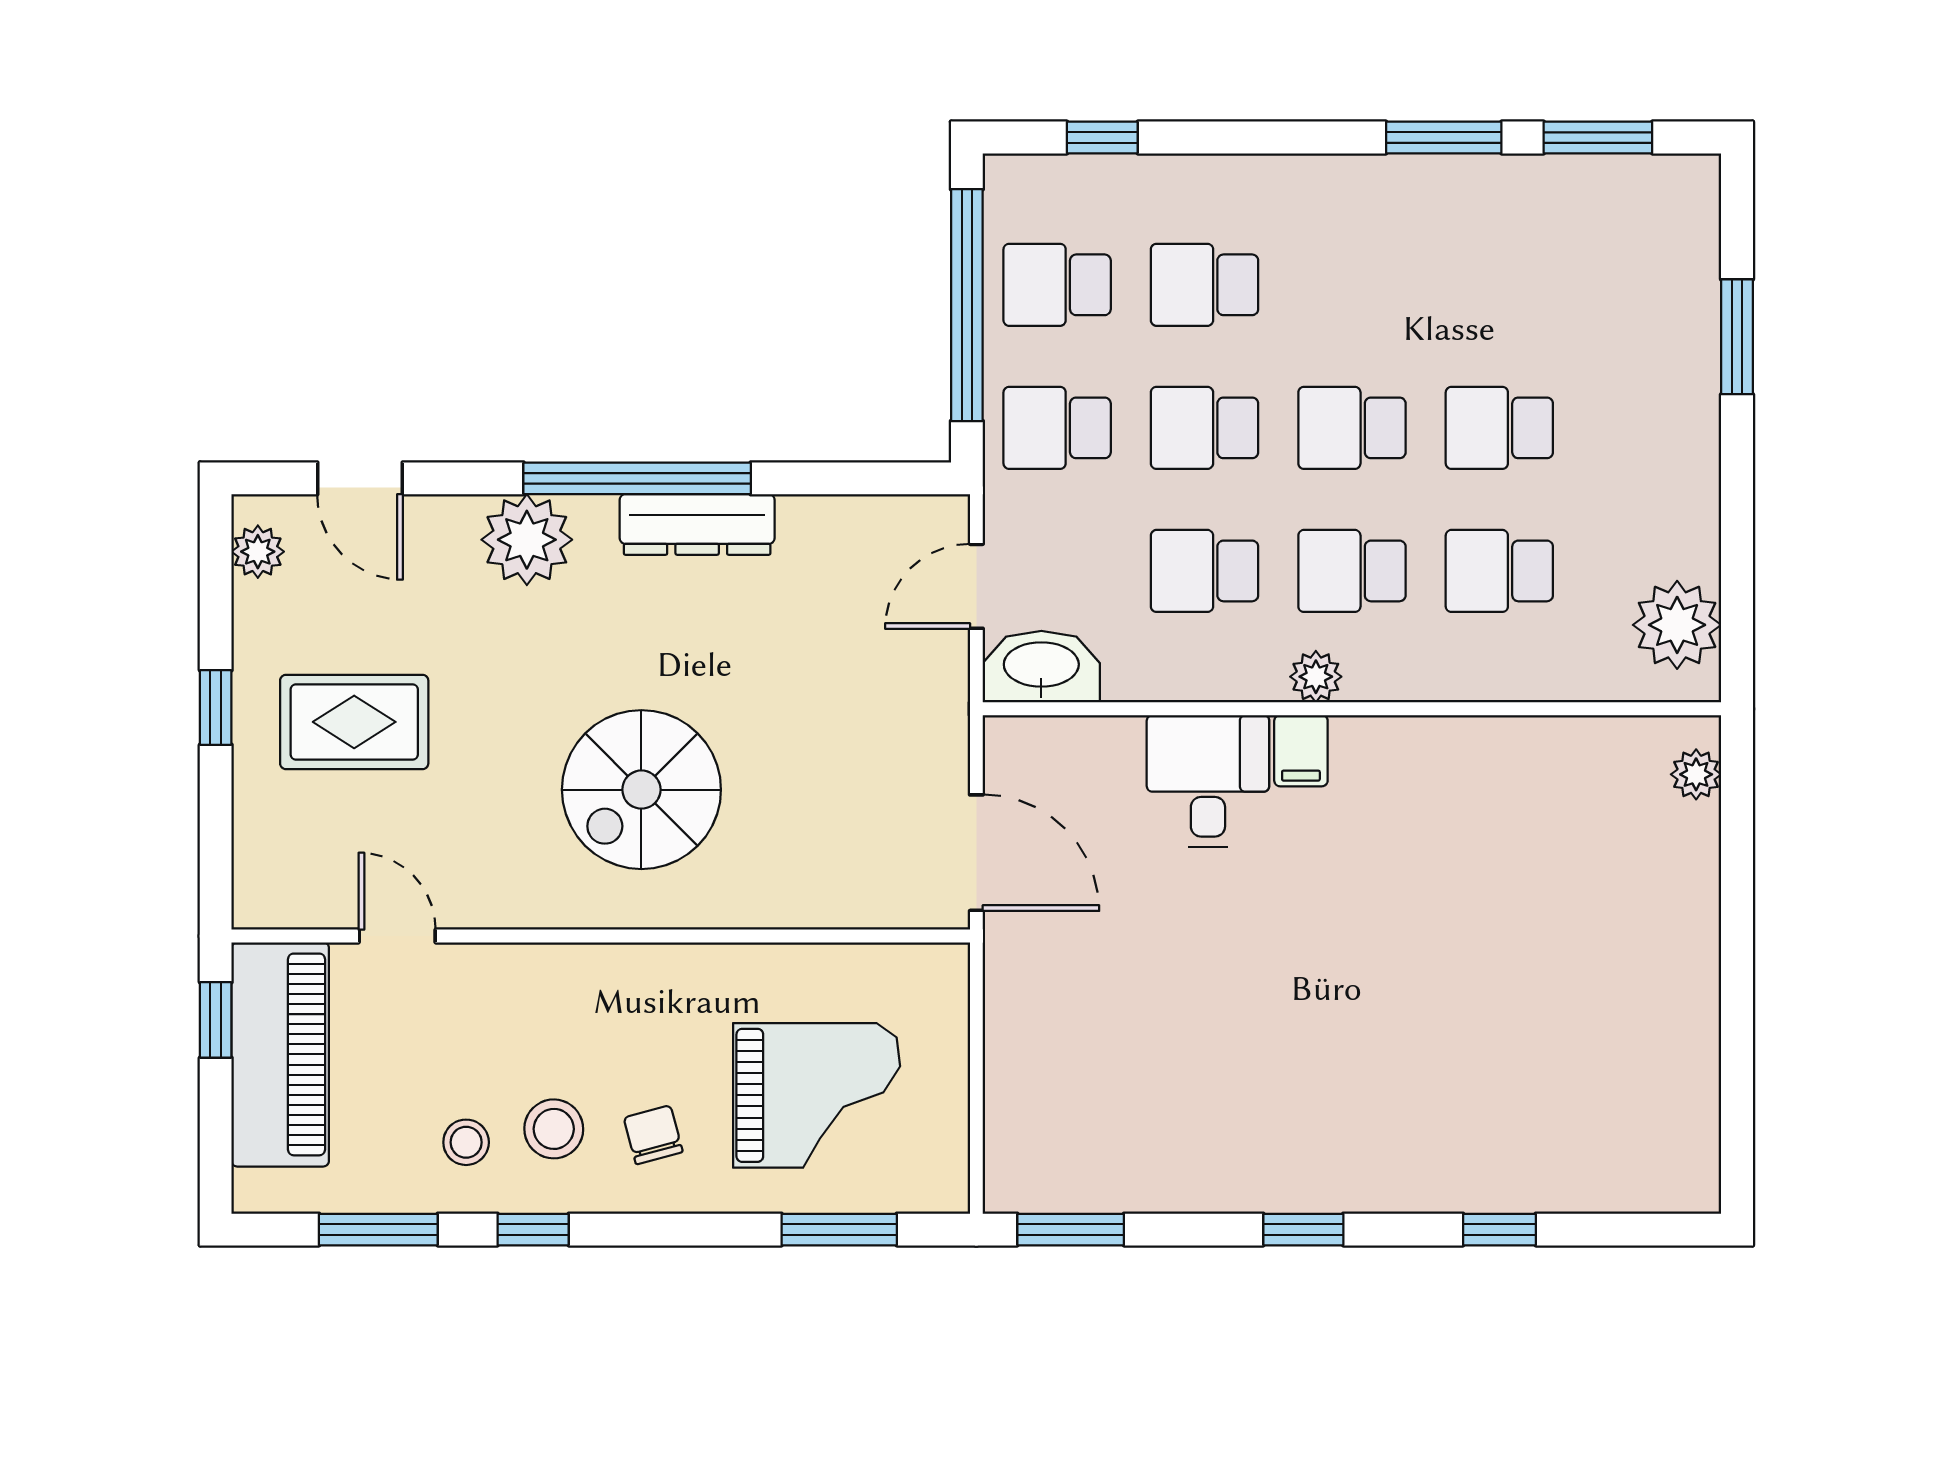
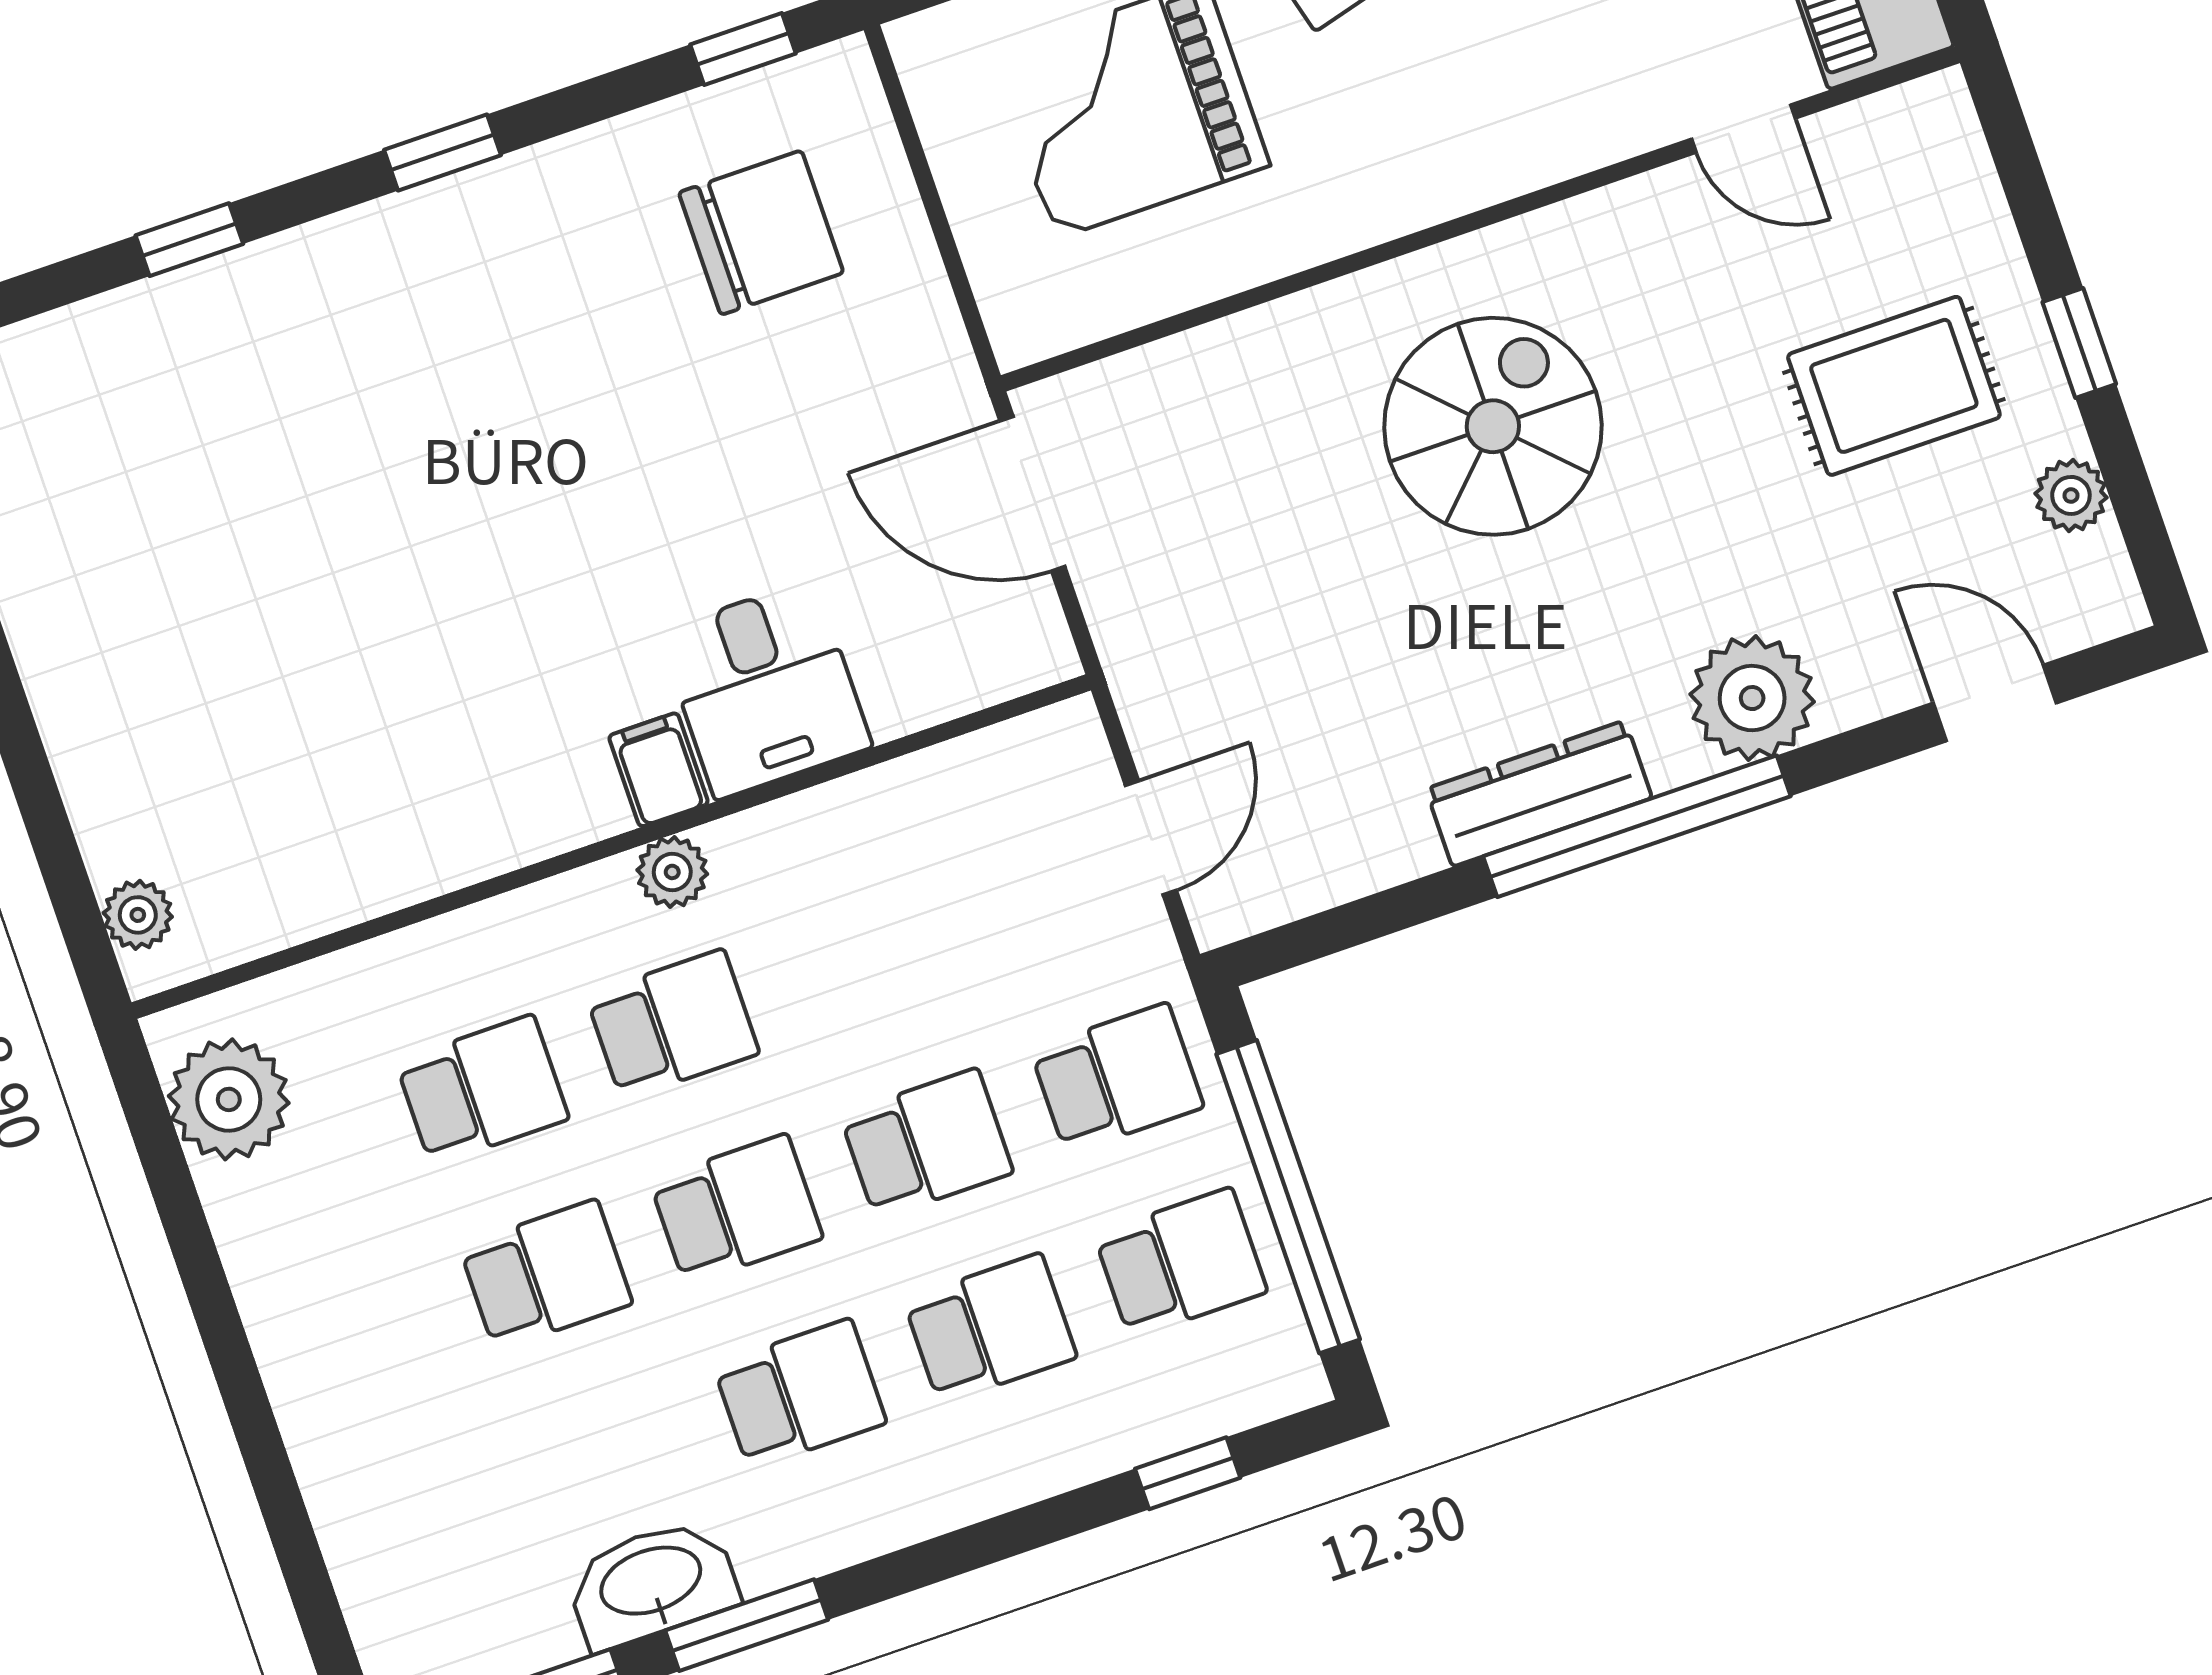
window: (1737, 337) -> (279, 1498), removed
plant: (258, 552) -> (2071, 495), moved
school desk: (1205, 571) -> (800, 1394), moved
washbasin: (1041, 667) -> (652, 1583), moved, turned 180
chair: (1102, 1098) -> (761, 233), added
window: (1071, 1230) -> (743, 49), width x0.67

